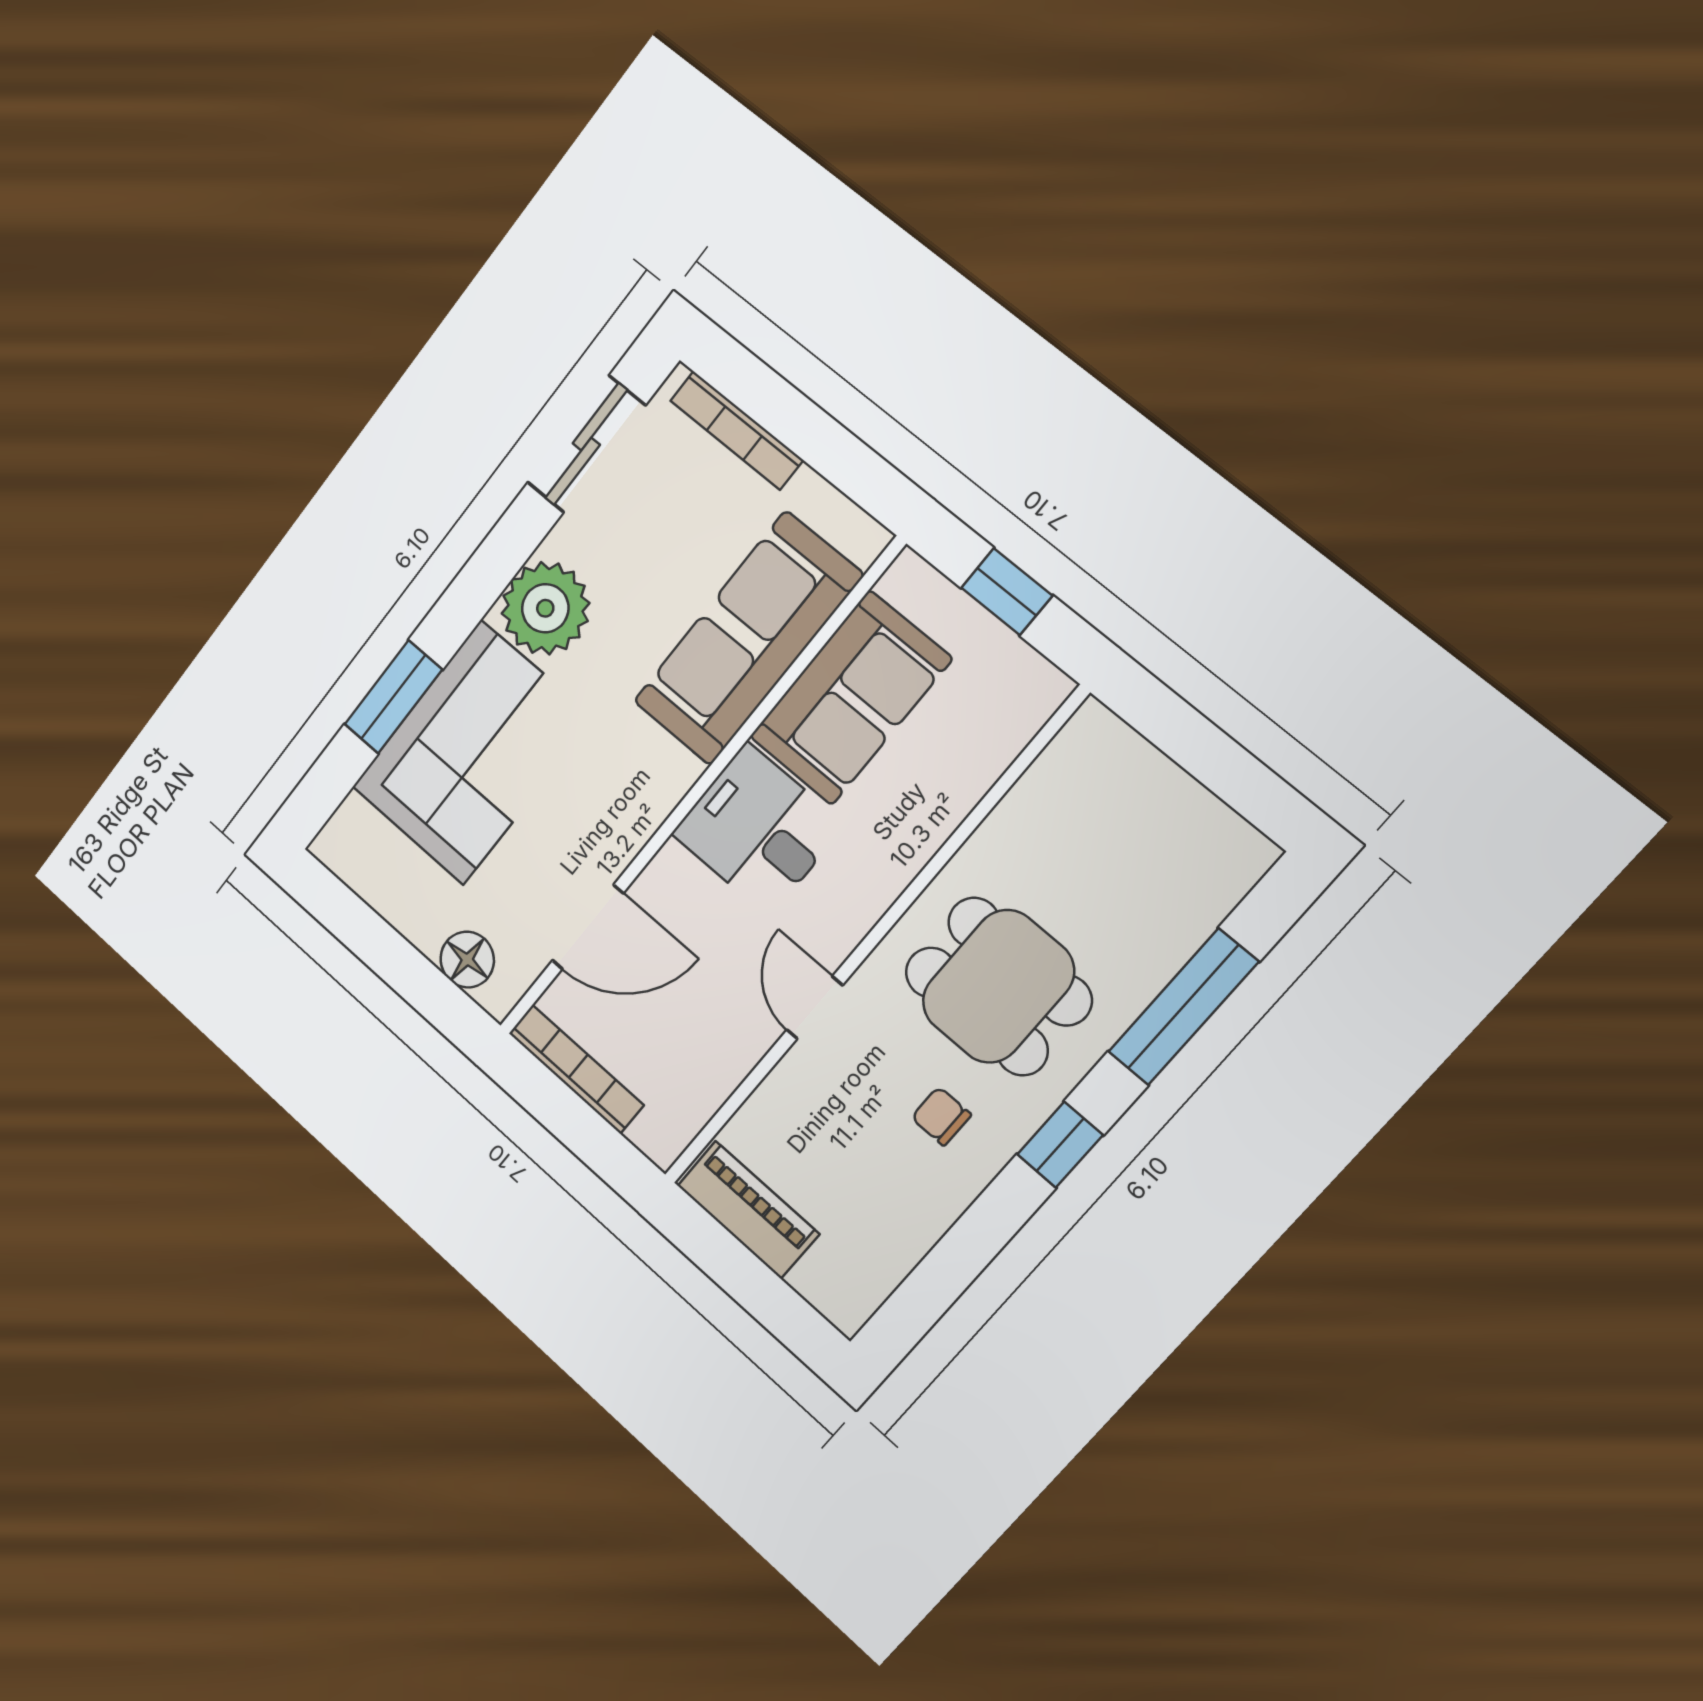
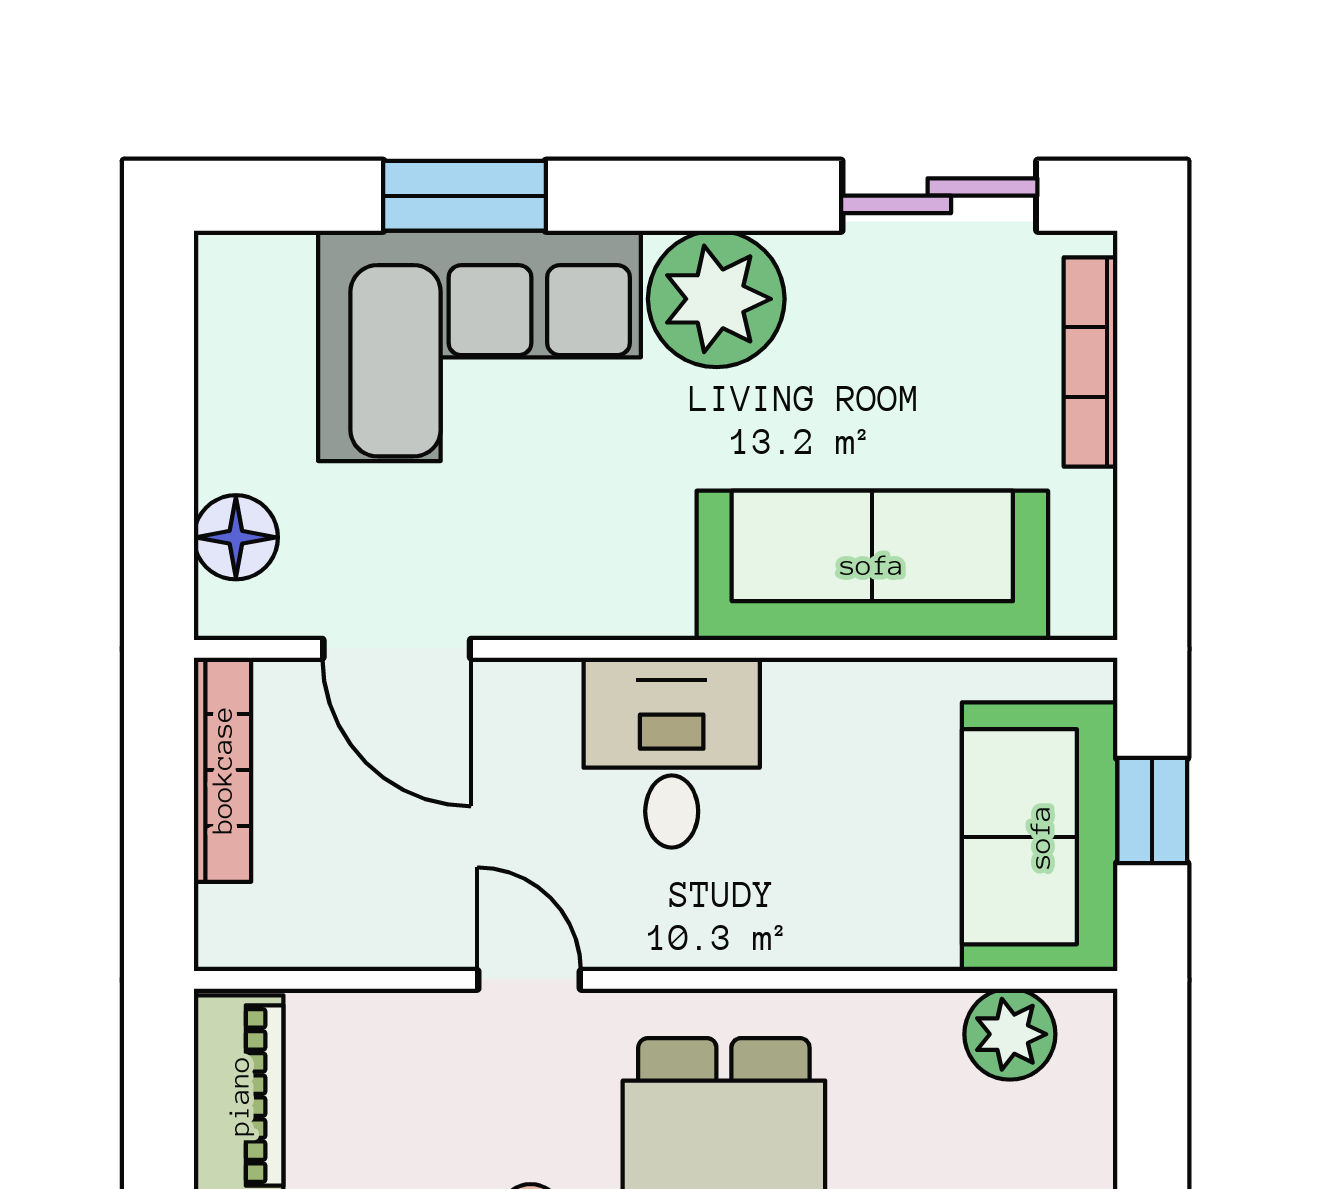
sofa: (850, 698) -> (1040, 837), moved, turned 90
plant: (1065, 773) -> (1010, 1034), added
door: (815, 1008) -> (529, 980), hinge flipped

